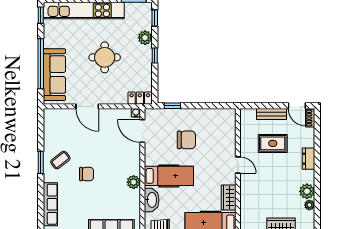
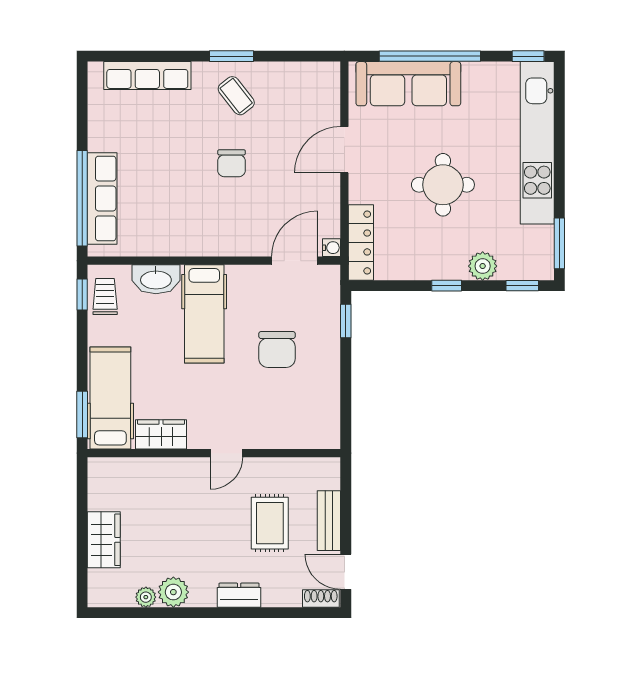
locker: (140, 98) -> (361, 242), width x1.53
door: (297, 106) -> (346, 572), hinge flipped
chair: (87, 174) -> (232, 163), moved
plant: (134, 182) -> (192, 243), removed

